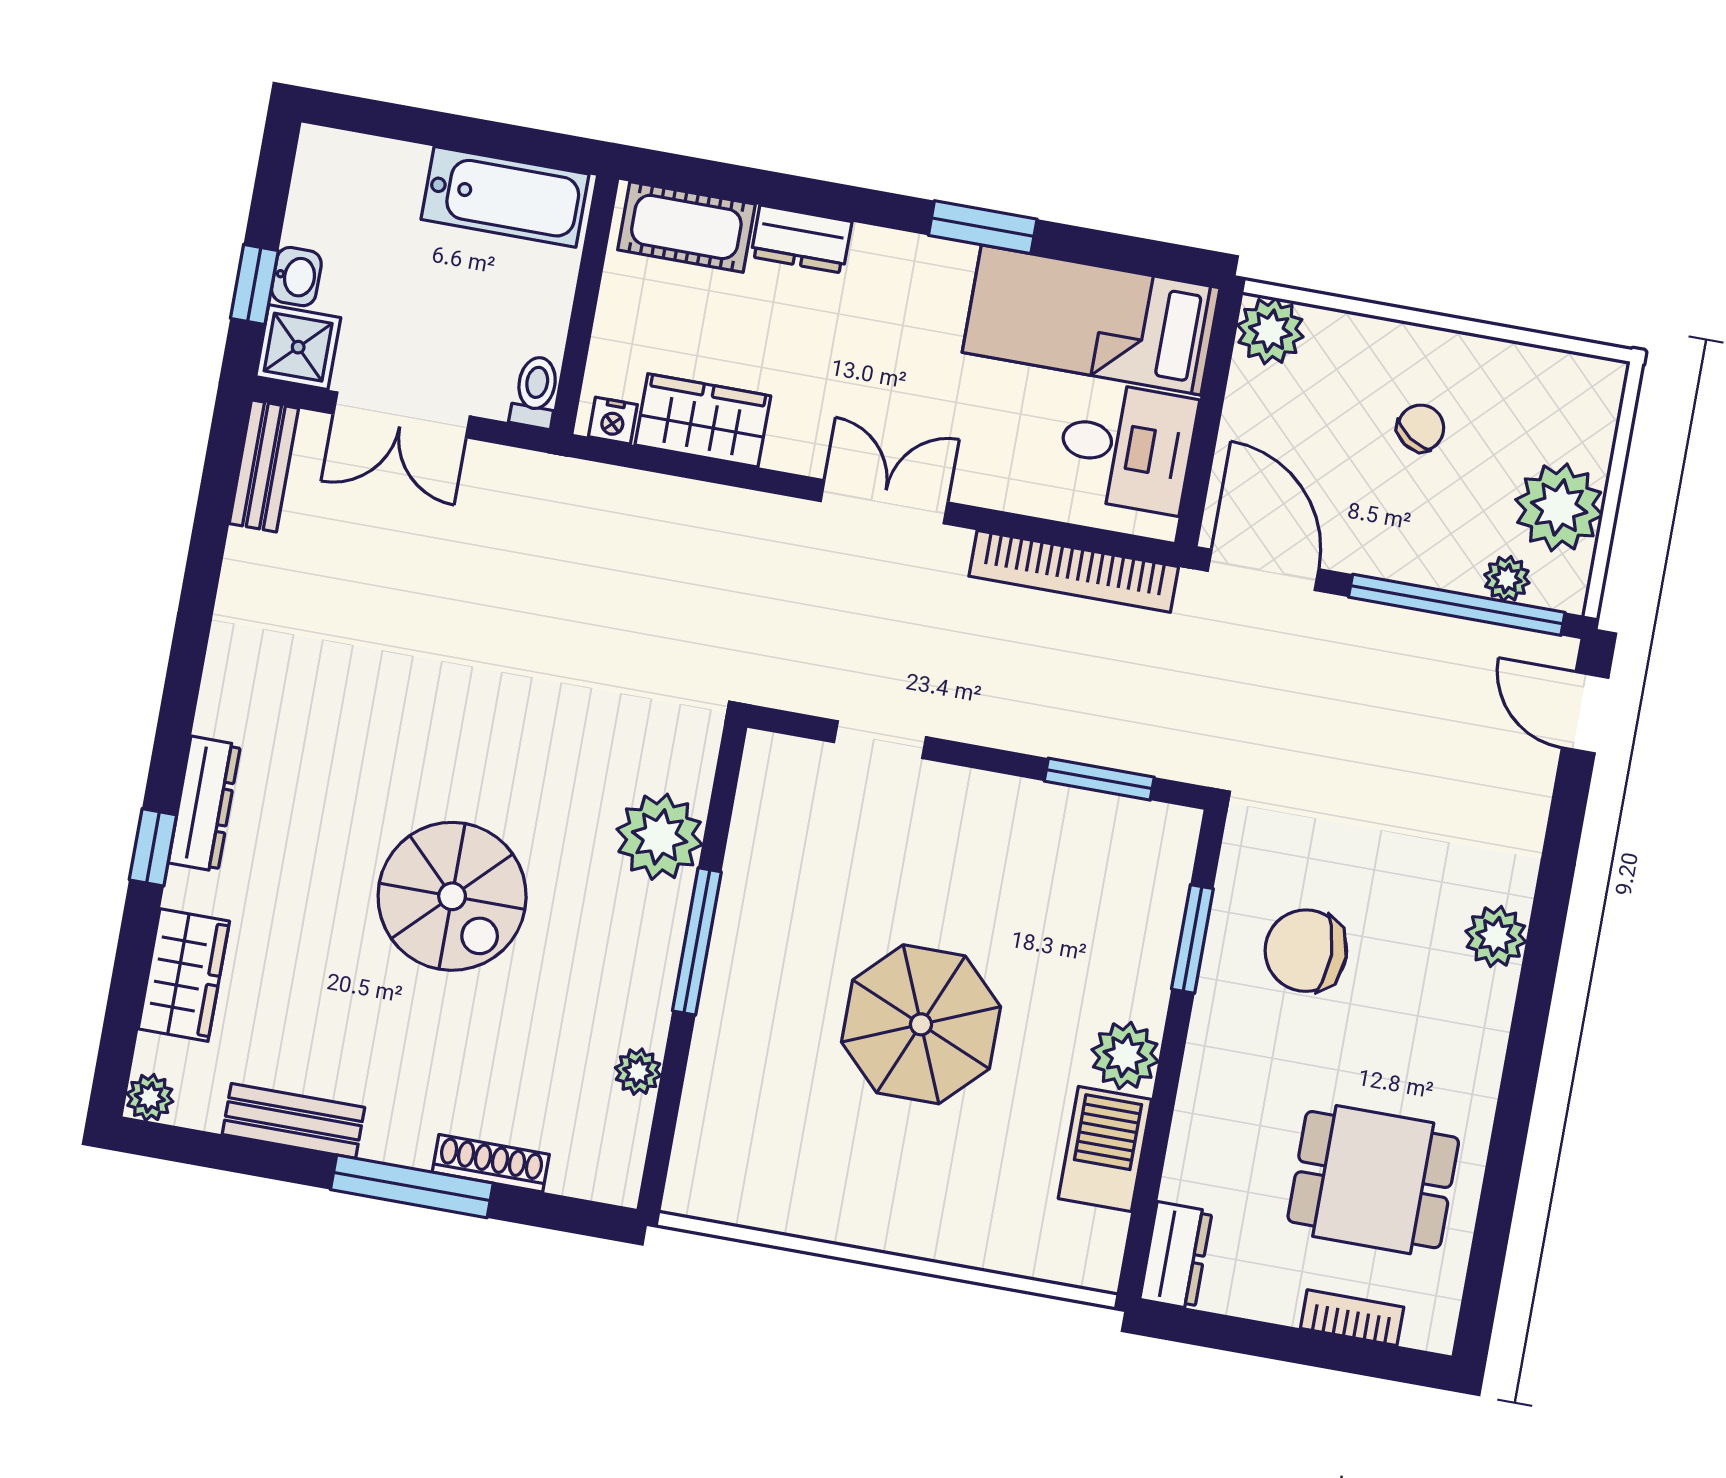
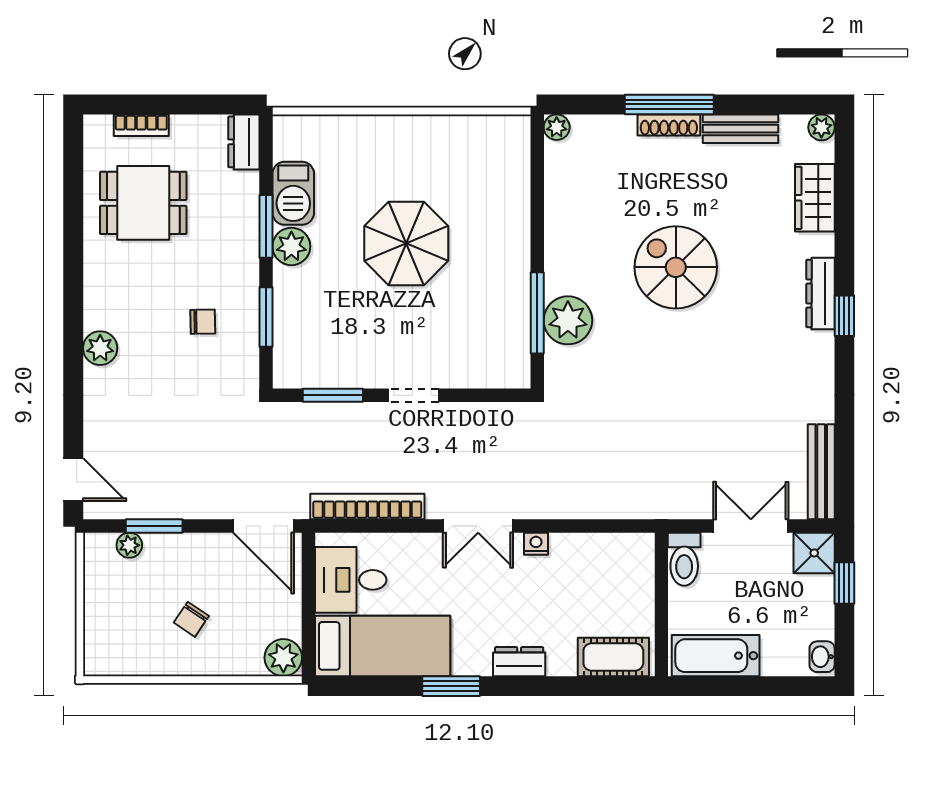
dresser: (801, 239) -> (519, 662), moved
washbasin: (296, 277) -> (822, 657), moved
toilet: (535, 392) -> (684, 559), width x1.37, depth x1.39
wardrobe: (703, 420) -> (585, 553), removed
nightstand: (613, 421) -> (536, 544), moved
bench: (264, 466) -> (821, 472), width x1.36
plant: (1559, 507) -> (108, 589), removed
window: (1457, 605) -> (154, 526), width x0.47
doorway: (880, 740) -> (414, 395), moved
window: (153, 847) -> (844, 316), moved
window: (697, 941) -> (537, 313), moved
chair: (1306, 951) -> (203, 322), width x0.54, depth x0.54
plant: (638, 1072) -> (557, 127), moved
window: (1164, 1099) -> (266, 226), added
shoe rack: (491, 1163) -> (669, 125), moved

